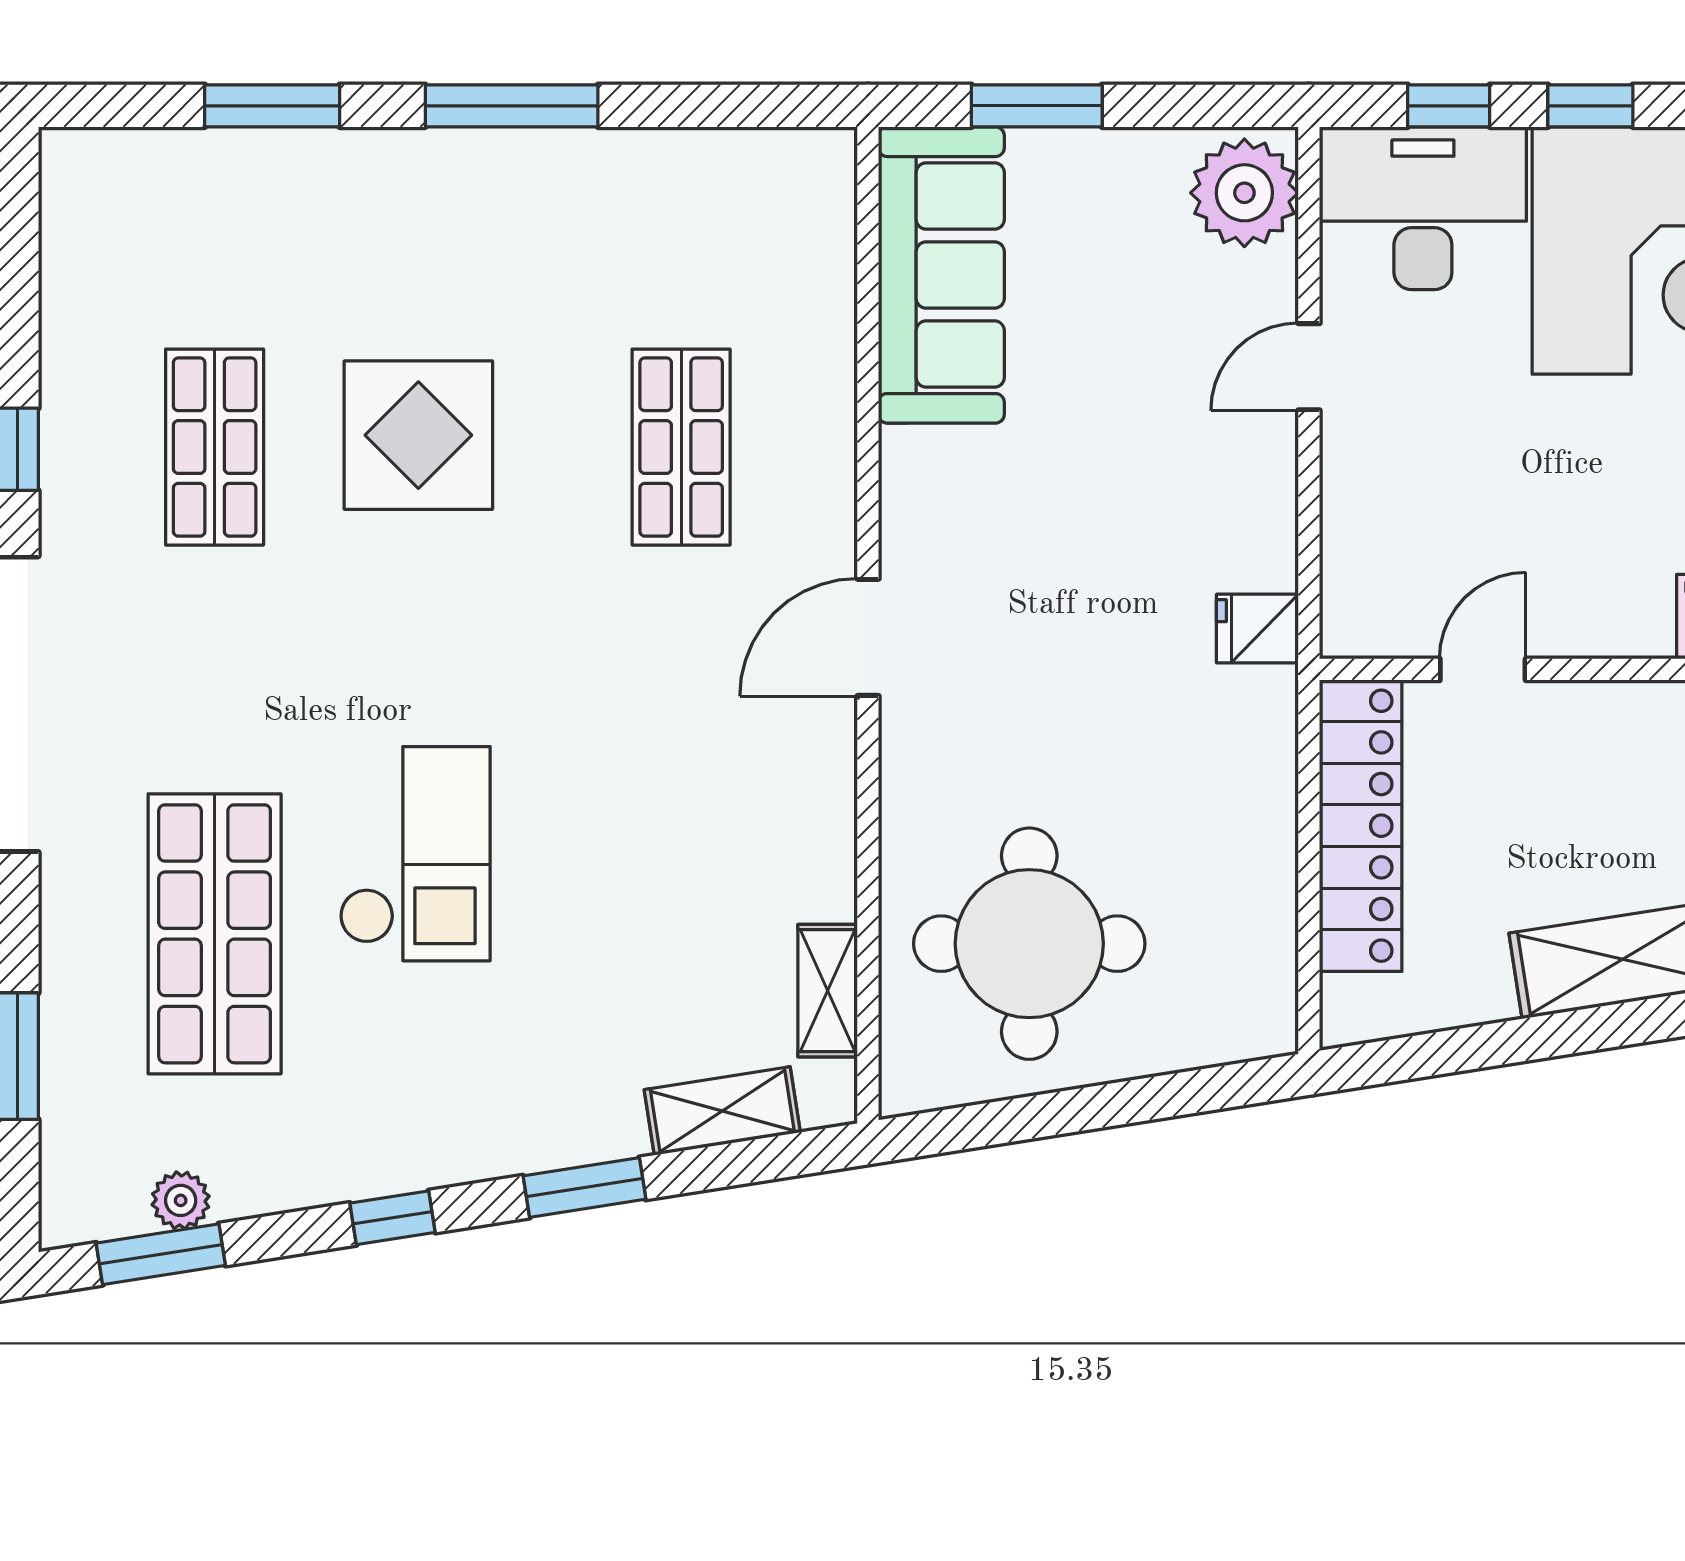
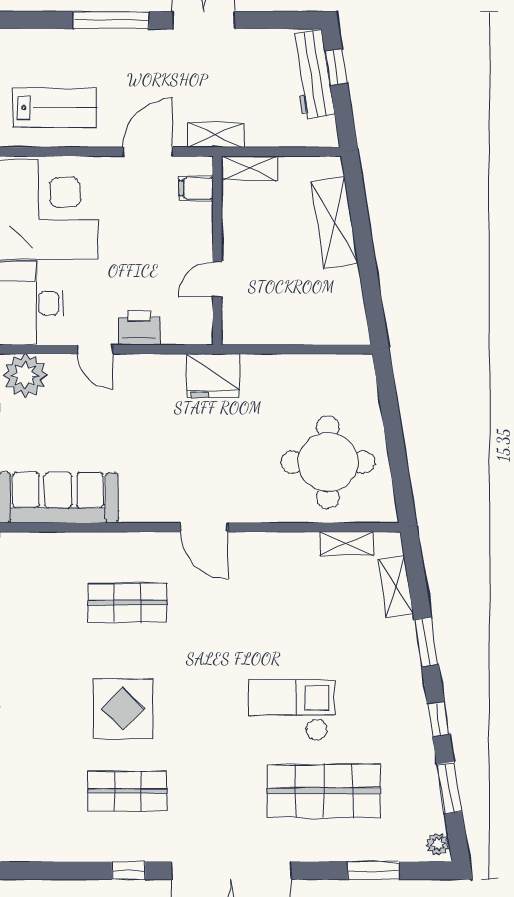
printer: (1362, 476) -> (139, 328), added
fridge: (1257, 629) -> (213, 376), width x1.88, depth x1.34
door: (1483, 669) -> (217, 279), hinge flipped
locker: (1361, 826) -> (280, 328), removed
plant: (181, 1200) -> (438, 844), moved
window: (161, 1254) -> (449, 788), moved

